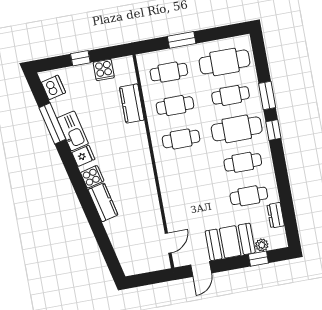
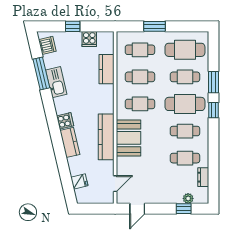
fridge: (83, 156) -> (79, 181), moved
kitchen counter: (147, 187) -> (106, 137), added
booth: (230, 242) -> (128, 138), moved, turned 90

